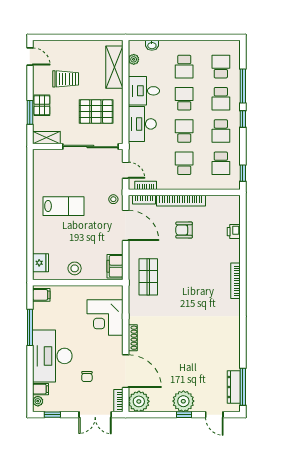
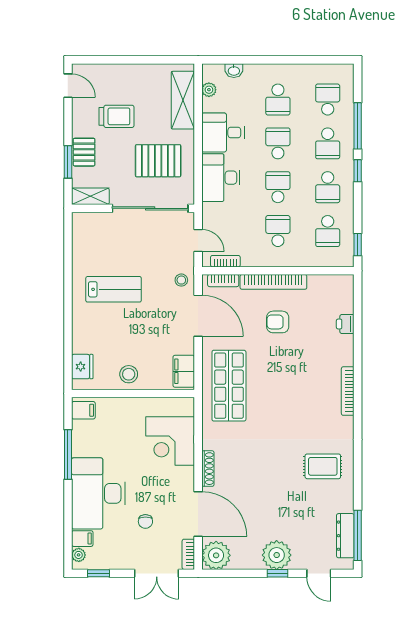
shop shelf: (148, 277) -> (229, 386), width x1.43, depth x1.36
rug: (217, 336) -> (323, 466), added

